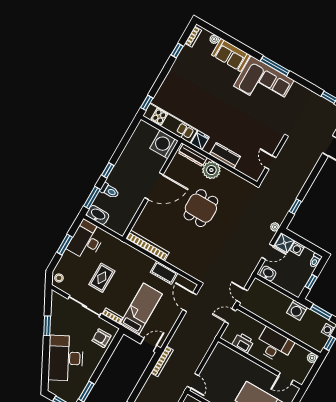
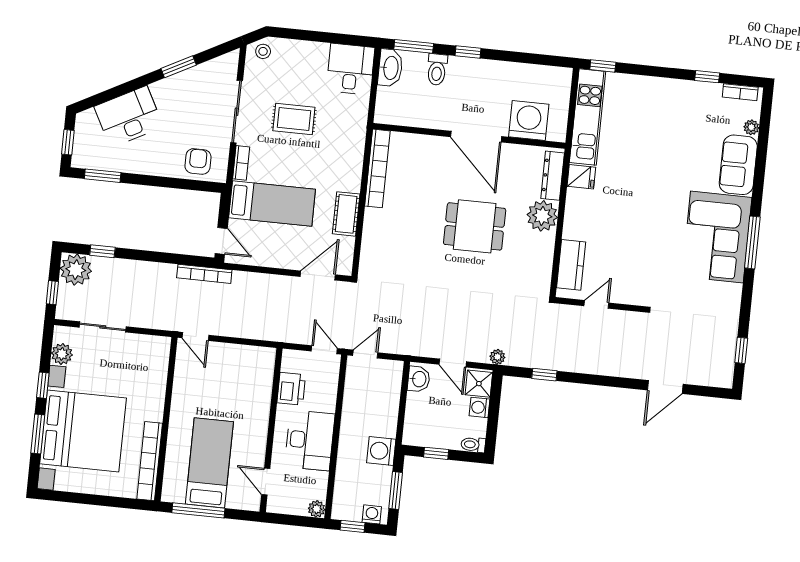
washing machine: (164, 144) -> (529, 121), moved
kitchen counter: (225, 155) -> (571, 265), moved
desk: (86, 240) -> (350, 69), width x0.73
window: (65, 245) -> (320, 37), removed
desk: (66, 358) -> (129, 117), width x0.73, depth x0.77
door: (193, 381) -> (195, 336), hinge flipped

